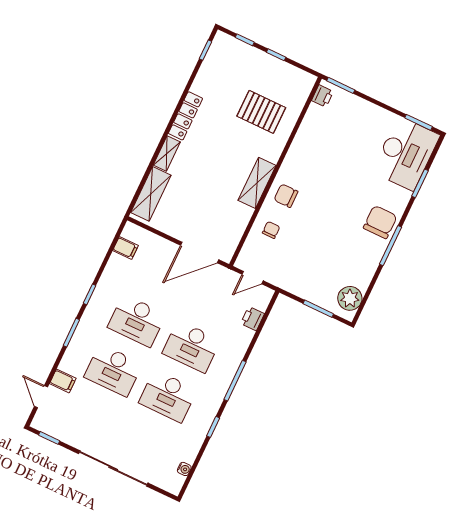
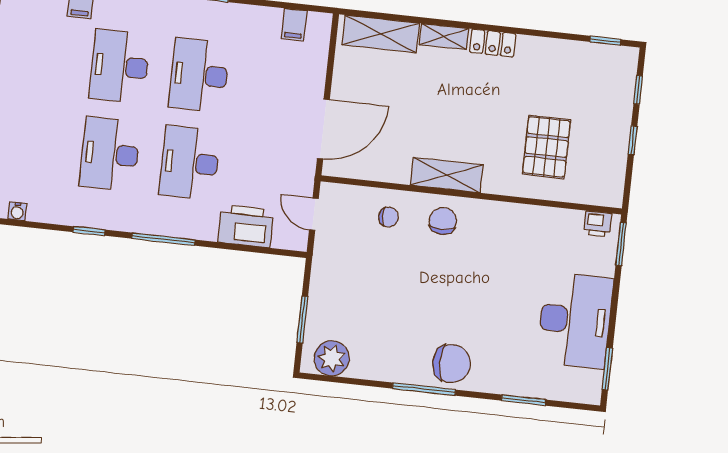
locker: (185, 116) -> (493, 43), width x0.66
desk: (406, 153) -> (575, 320), moved, turned -90
door: (200, 252) -> (323, 129), swing flipped
printer: (252, 319) -> (246, 226), width x1.87, depth x1.48

